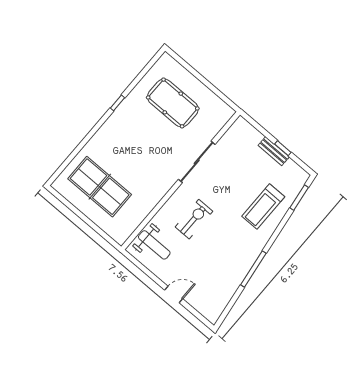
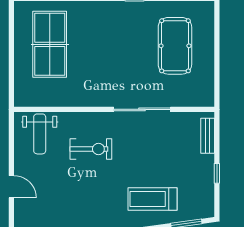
bench: (274, 151) -> (208, 136), moved

